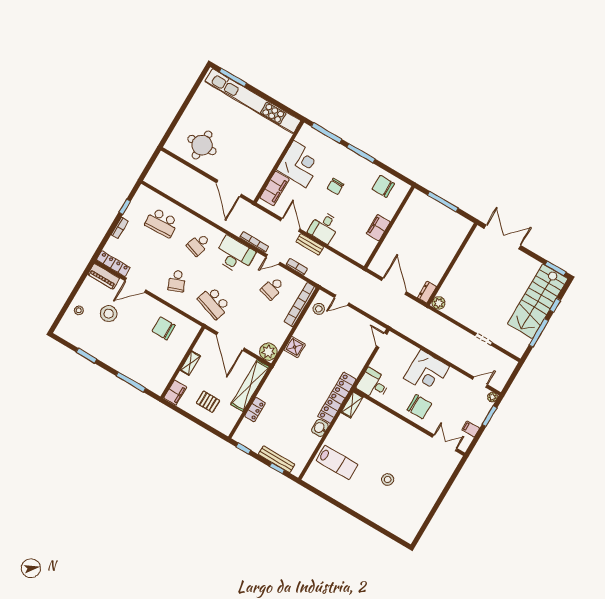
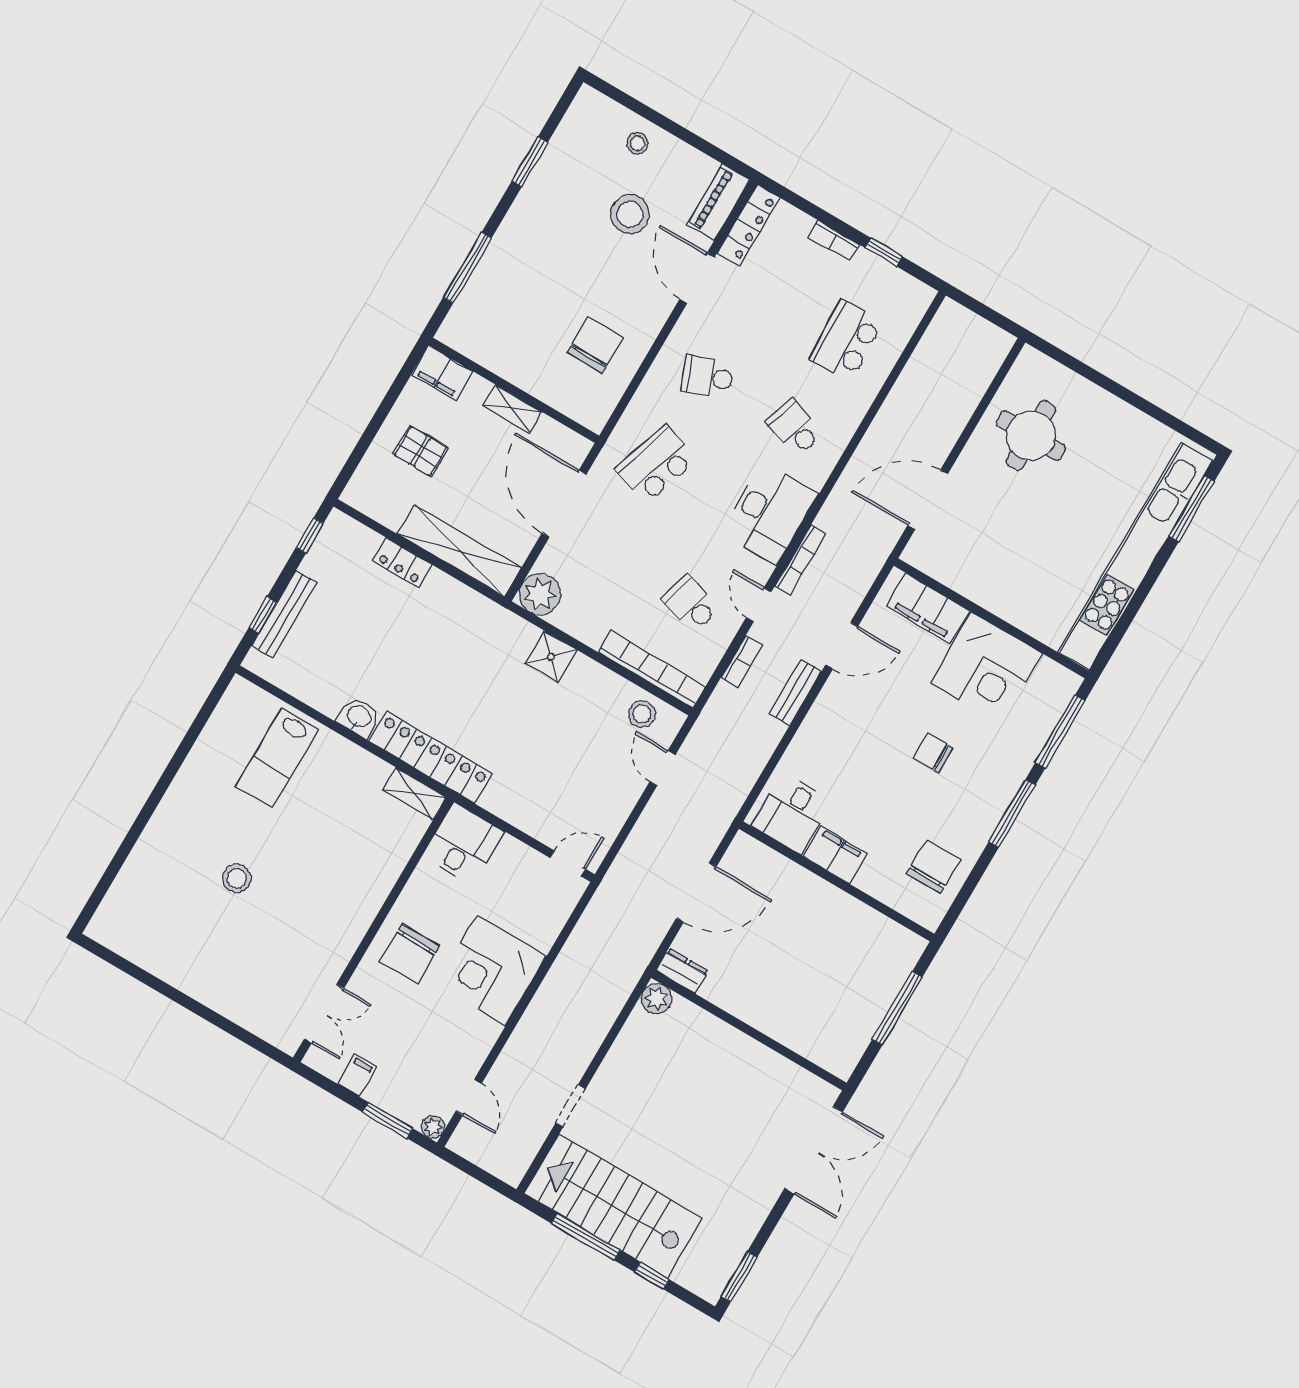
desk: (324, 227) -> (792, 813), moved, turned -90
stairs: (538, 301) -> (613, 1206), moved
door: (230, 341) -> (564, 504), hinge flipped
pallet: (208, 402) -> (421, 451), turned 90

